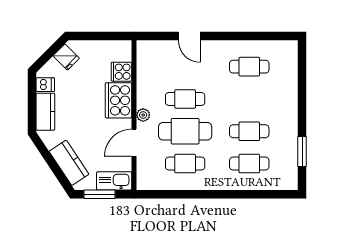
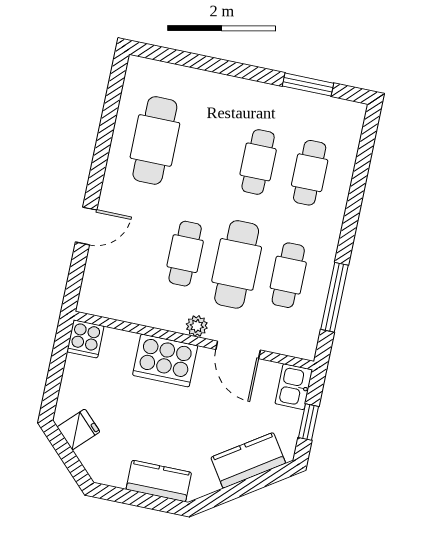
cafe table: (249, 67) -> (155, 140), width x1.37, depth x1.35
cooker: (121, 72) -> (85, 339), moved
dishwasher: (45, 85) -> (116, 472), removed
kitchen sink: (114, 181) -> (294, 387), width x0.73
window: (99, 194) -> (308, 422), width x0.67
window: (178, 194) -> (335, 297), added

